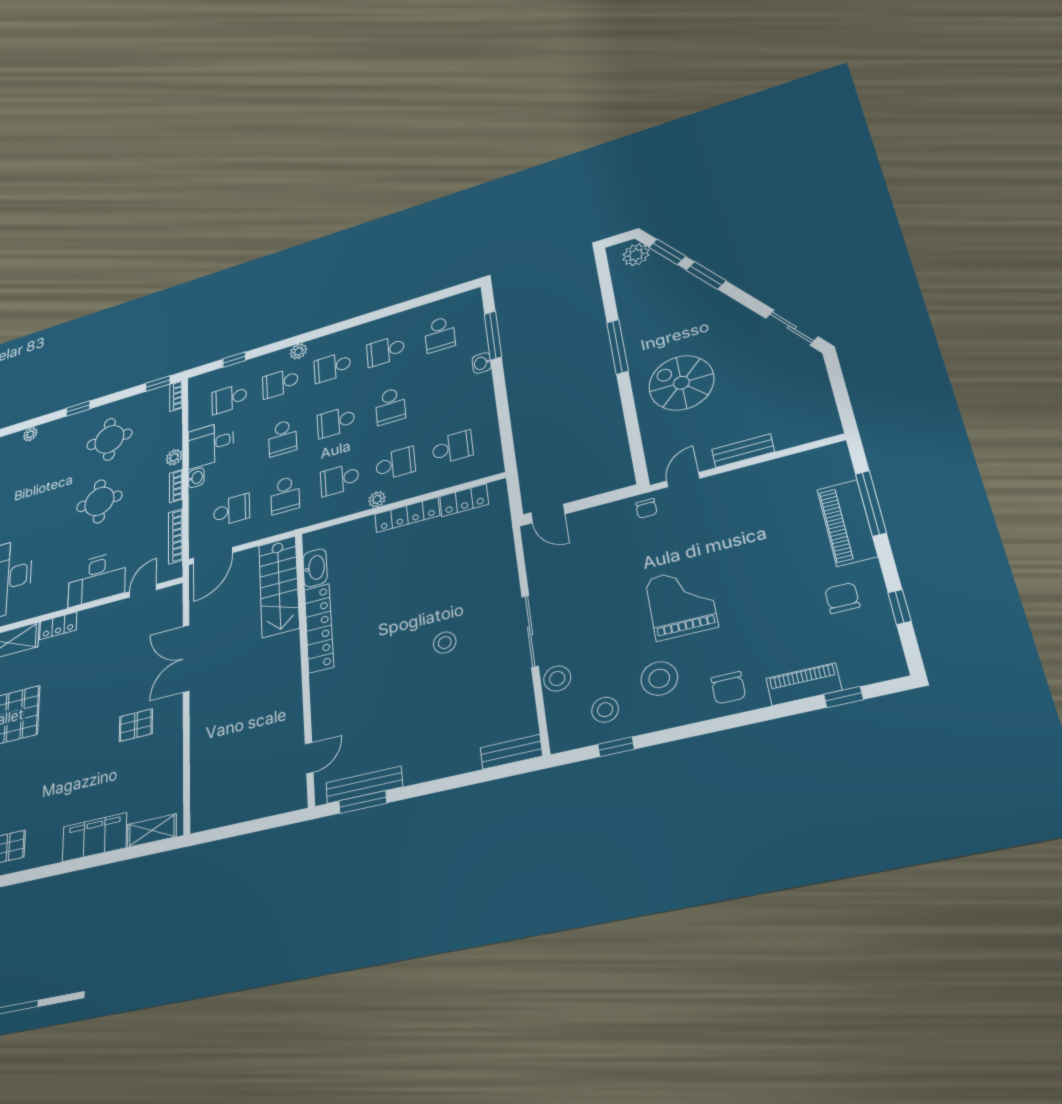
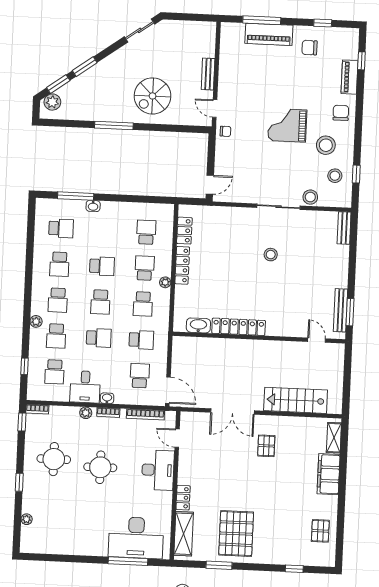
stairs: (279, 586) -> (296, 400), moved, turned 180
chair: (728, 688) -> (341, 113), turned -90

